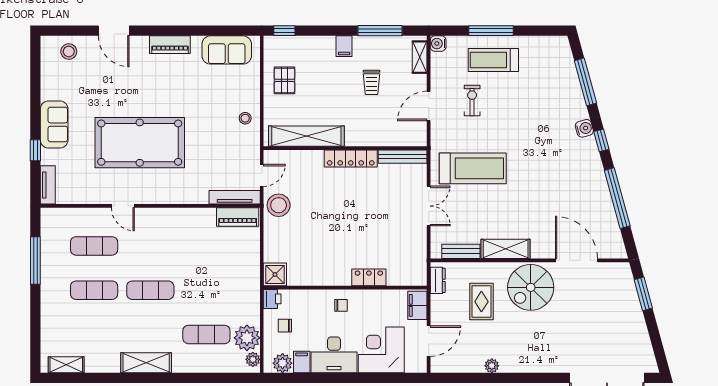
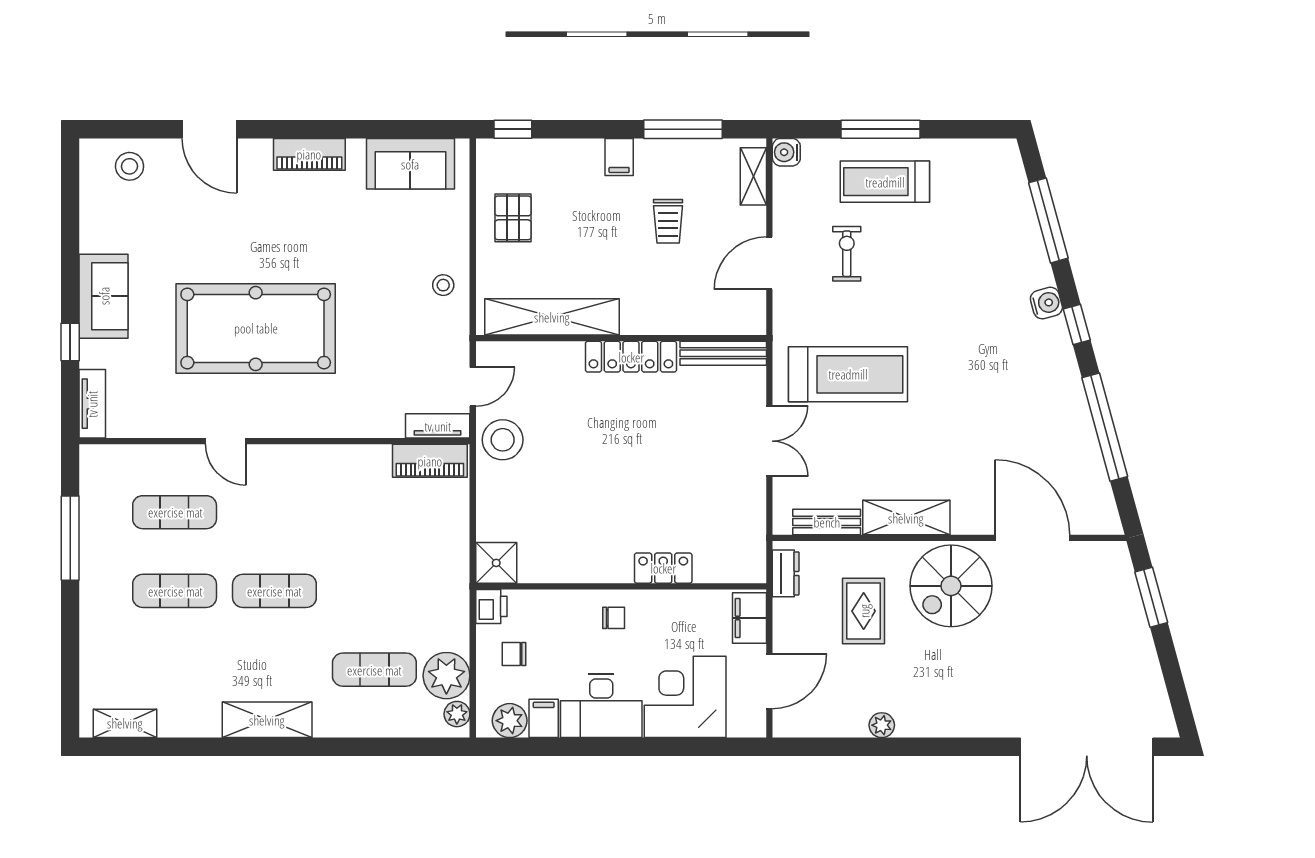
tv unit: (235, 197) -> (438, 426), width x0.71

